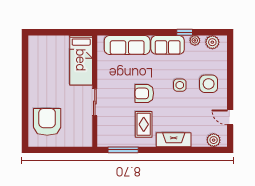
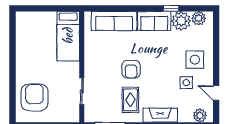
plant: (195, 40) -> (181, 21), width x1.87, depth x1.87
side table: (180, 85) -> (186, 83), moved
armchair: (144, 93) -> (131, 69), turned -90
sliding door: (95, 102) -> (82, 91), moved

